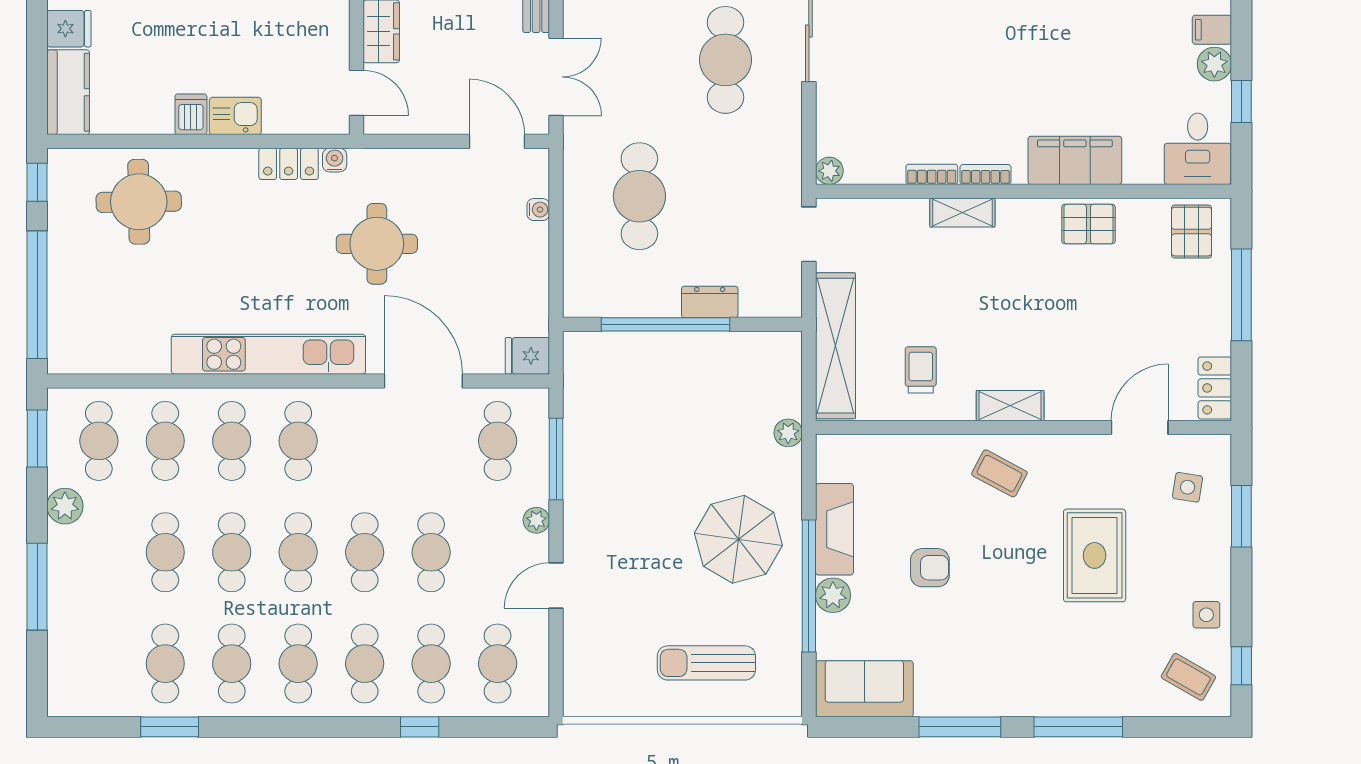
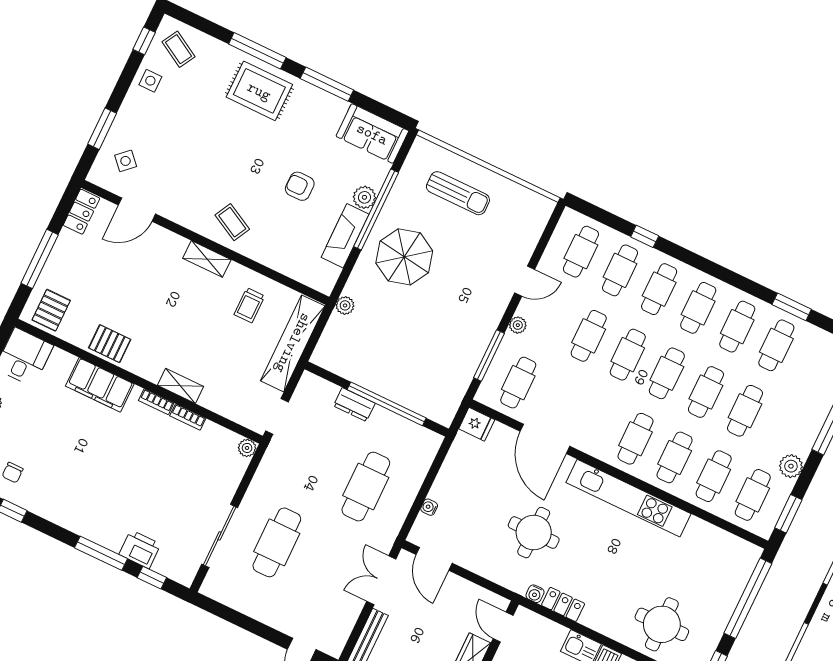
side table: (1188, 487) -> (126, 161), turned 38
rug: (1095, 555) -> (259, 91), moved, turned 90

